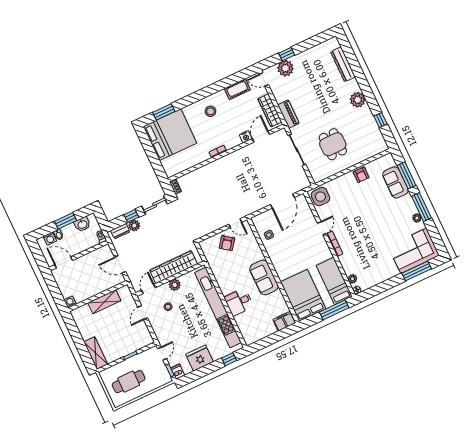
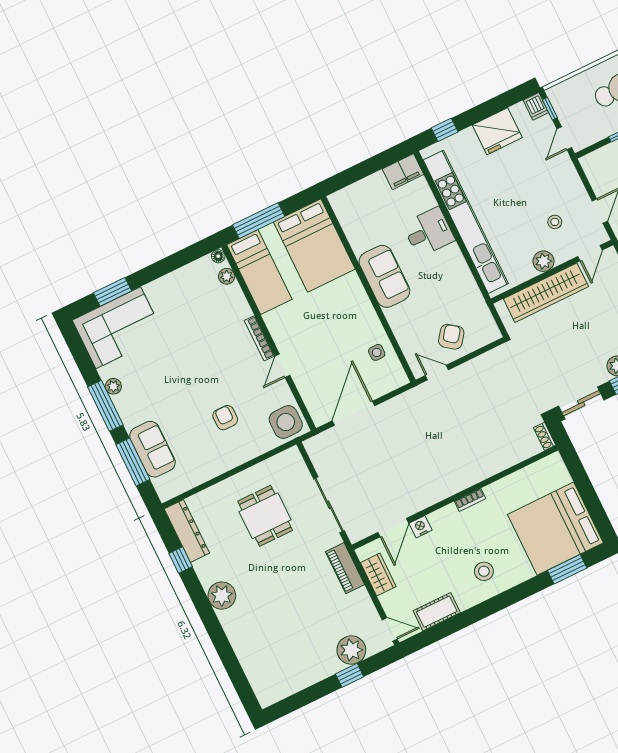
dresser: (343, 64) -> (187, 531), moved
wardrobe: (270, 110) -> (378, 575), width x0.67
armchair: (361, 175) -> (225, 418), moved
window: (417, 271) -> (112, 292), width x0.69
filing cabinet: (284, 321) -> (403, 172), moved

